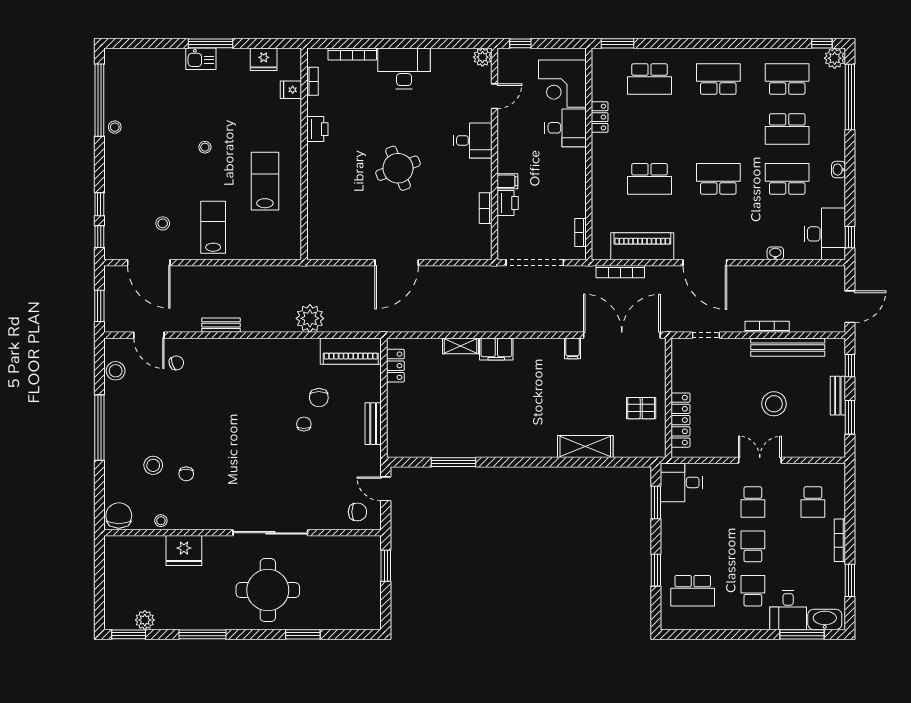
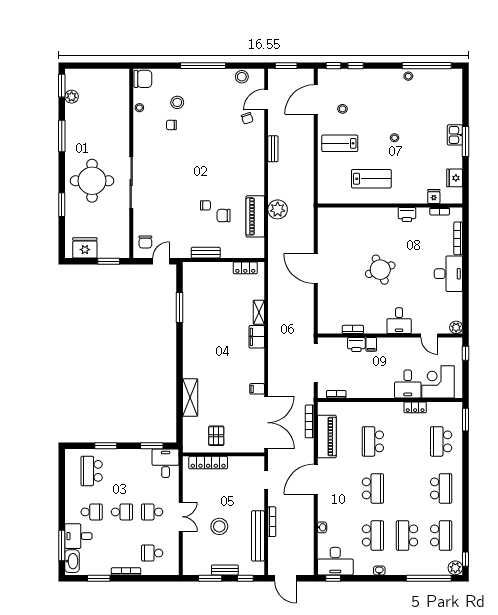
lab bench: (213, 227) -> (340, 143), turned 180
piano: (351, 351) -> (255, 216), moved
fridge: (184, 551) -> (85, 248), moved, turned 90

